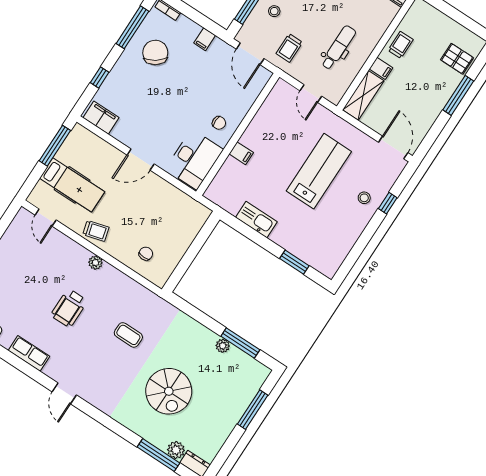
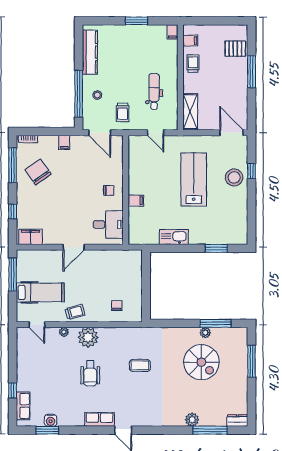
filing cabinet: (381, 68) -> (190, 40), moved
desk: (194, 159) -> (108, 224), width x0.73
stool: (364, 198) -> (234, 177), width x1.89, depth x1.89
plant: (70, 245) -> (64, 332), added
plant: (95, 263) -> (88, 337), width x1.87, depth x1.87
row of seats: (29, 353) -> (99, 419), moved
spiral stairs: (169, 391) -> (201, 362), moved
plant: (176, 450) -> (192, 420), moved

